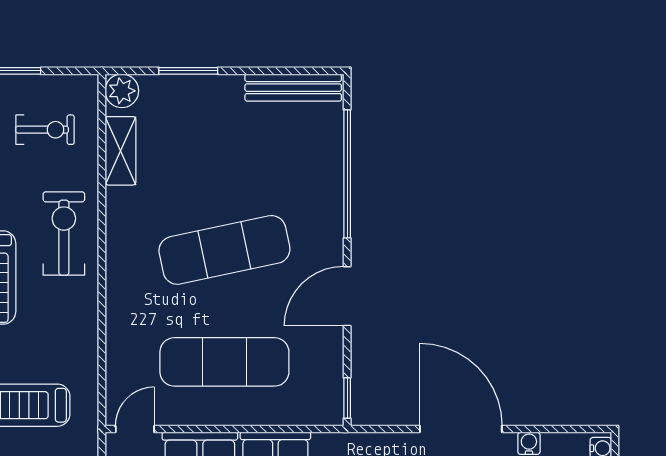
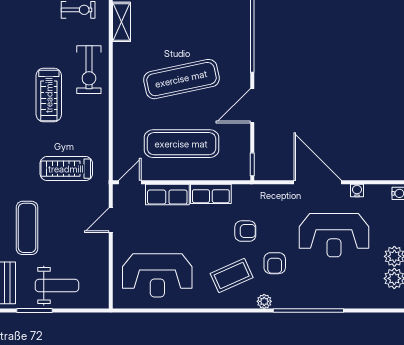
exercise bike: (64, 234) -> (89, 70), turned 180

